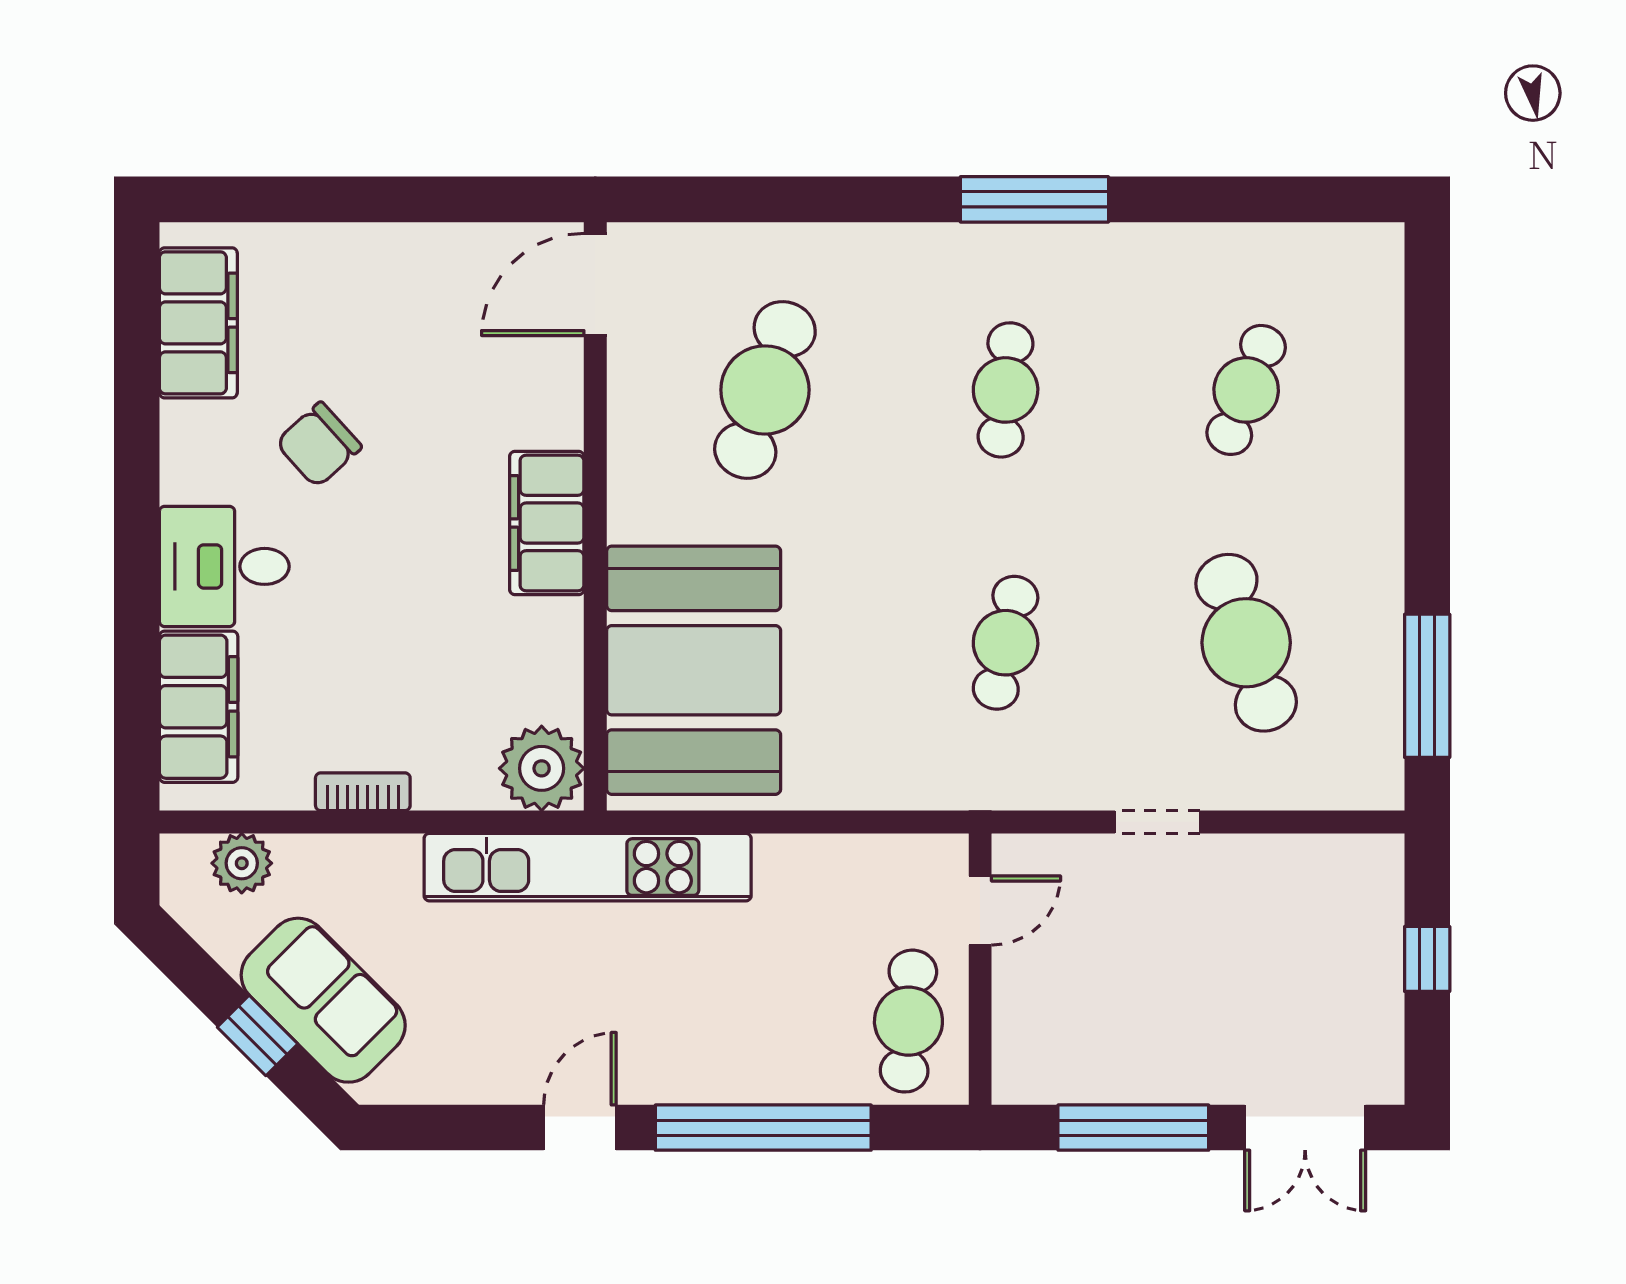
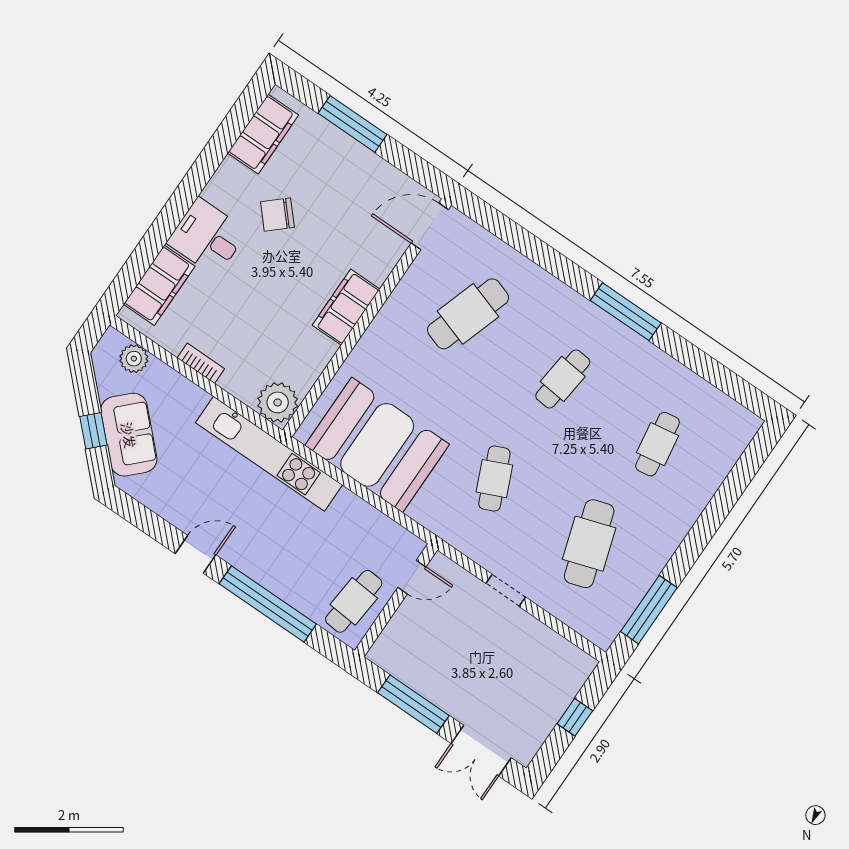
window: (341, 199) -> (353, 124), added
cafe table: (1246, 390) -> (658, 444), turned -30
cafe table: (1006, 643) -> (494, 479), turned -36
booth: (694, 670) -> (377, 445), moved, turned 90

